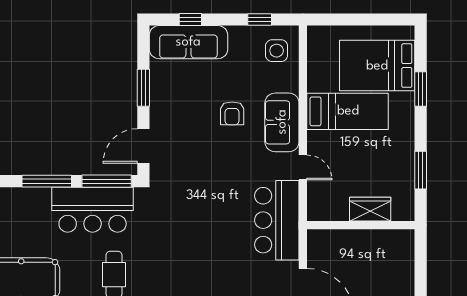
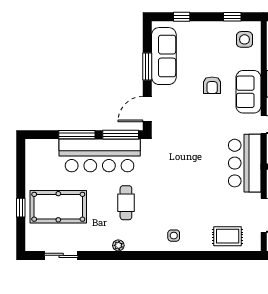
sofa: (188, 42) -> (164, 56), moved, turned -90
bar counter: (93, 210) -> (100, 155), width x1.36

